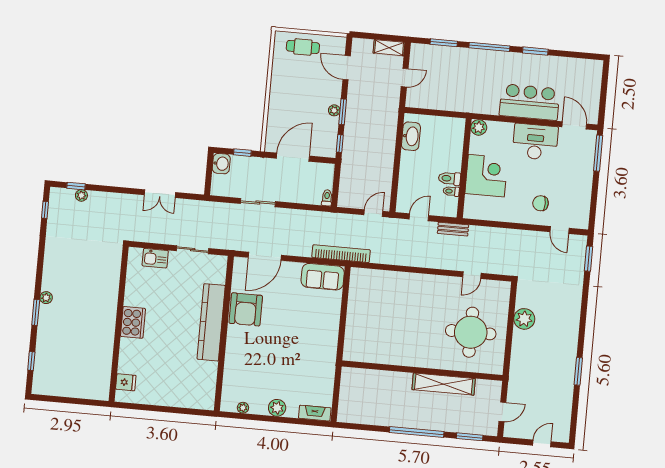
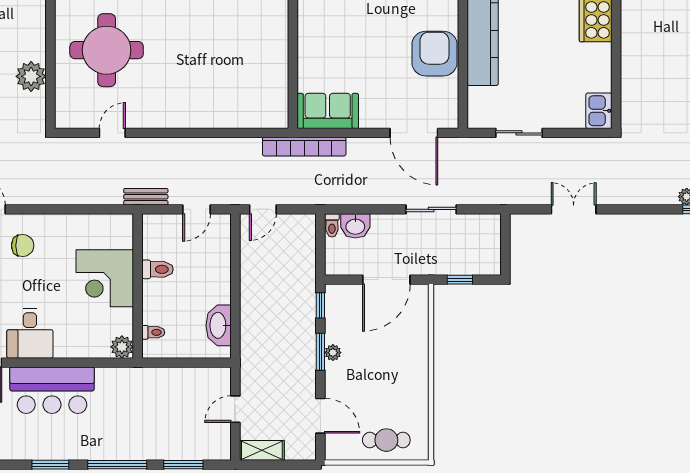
desk: (535, 142) -> (30, 334), width x0.73
washbasin: (221, 164) -> (355, 226), moved, turned -90
toilet: (451, 191) -> (153, 332), moved
door: (265, 256) -> (414, 133), swing flipped
kitchen sink: (155, 258) -> (599, 111), moved, turned -90

